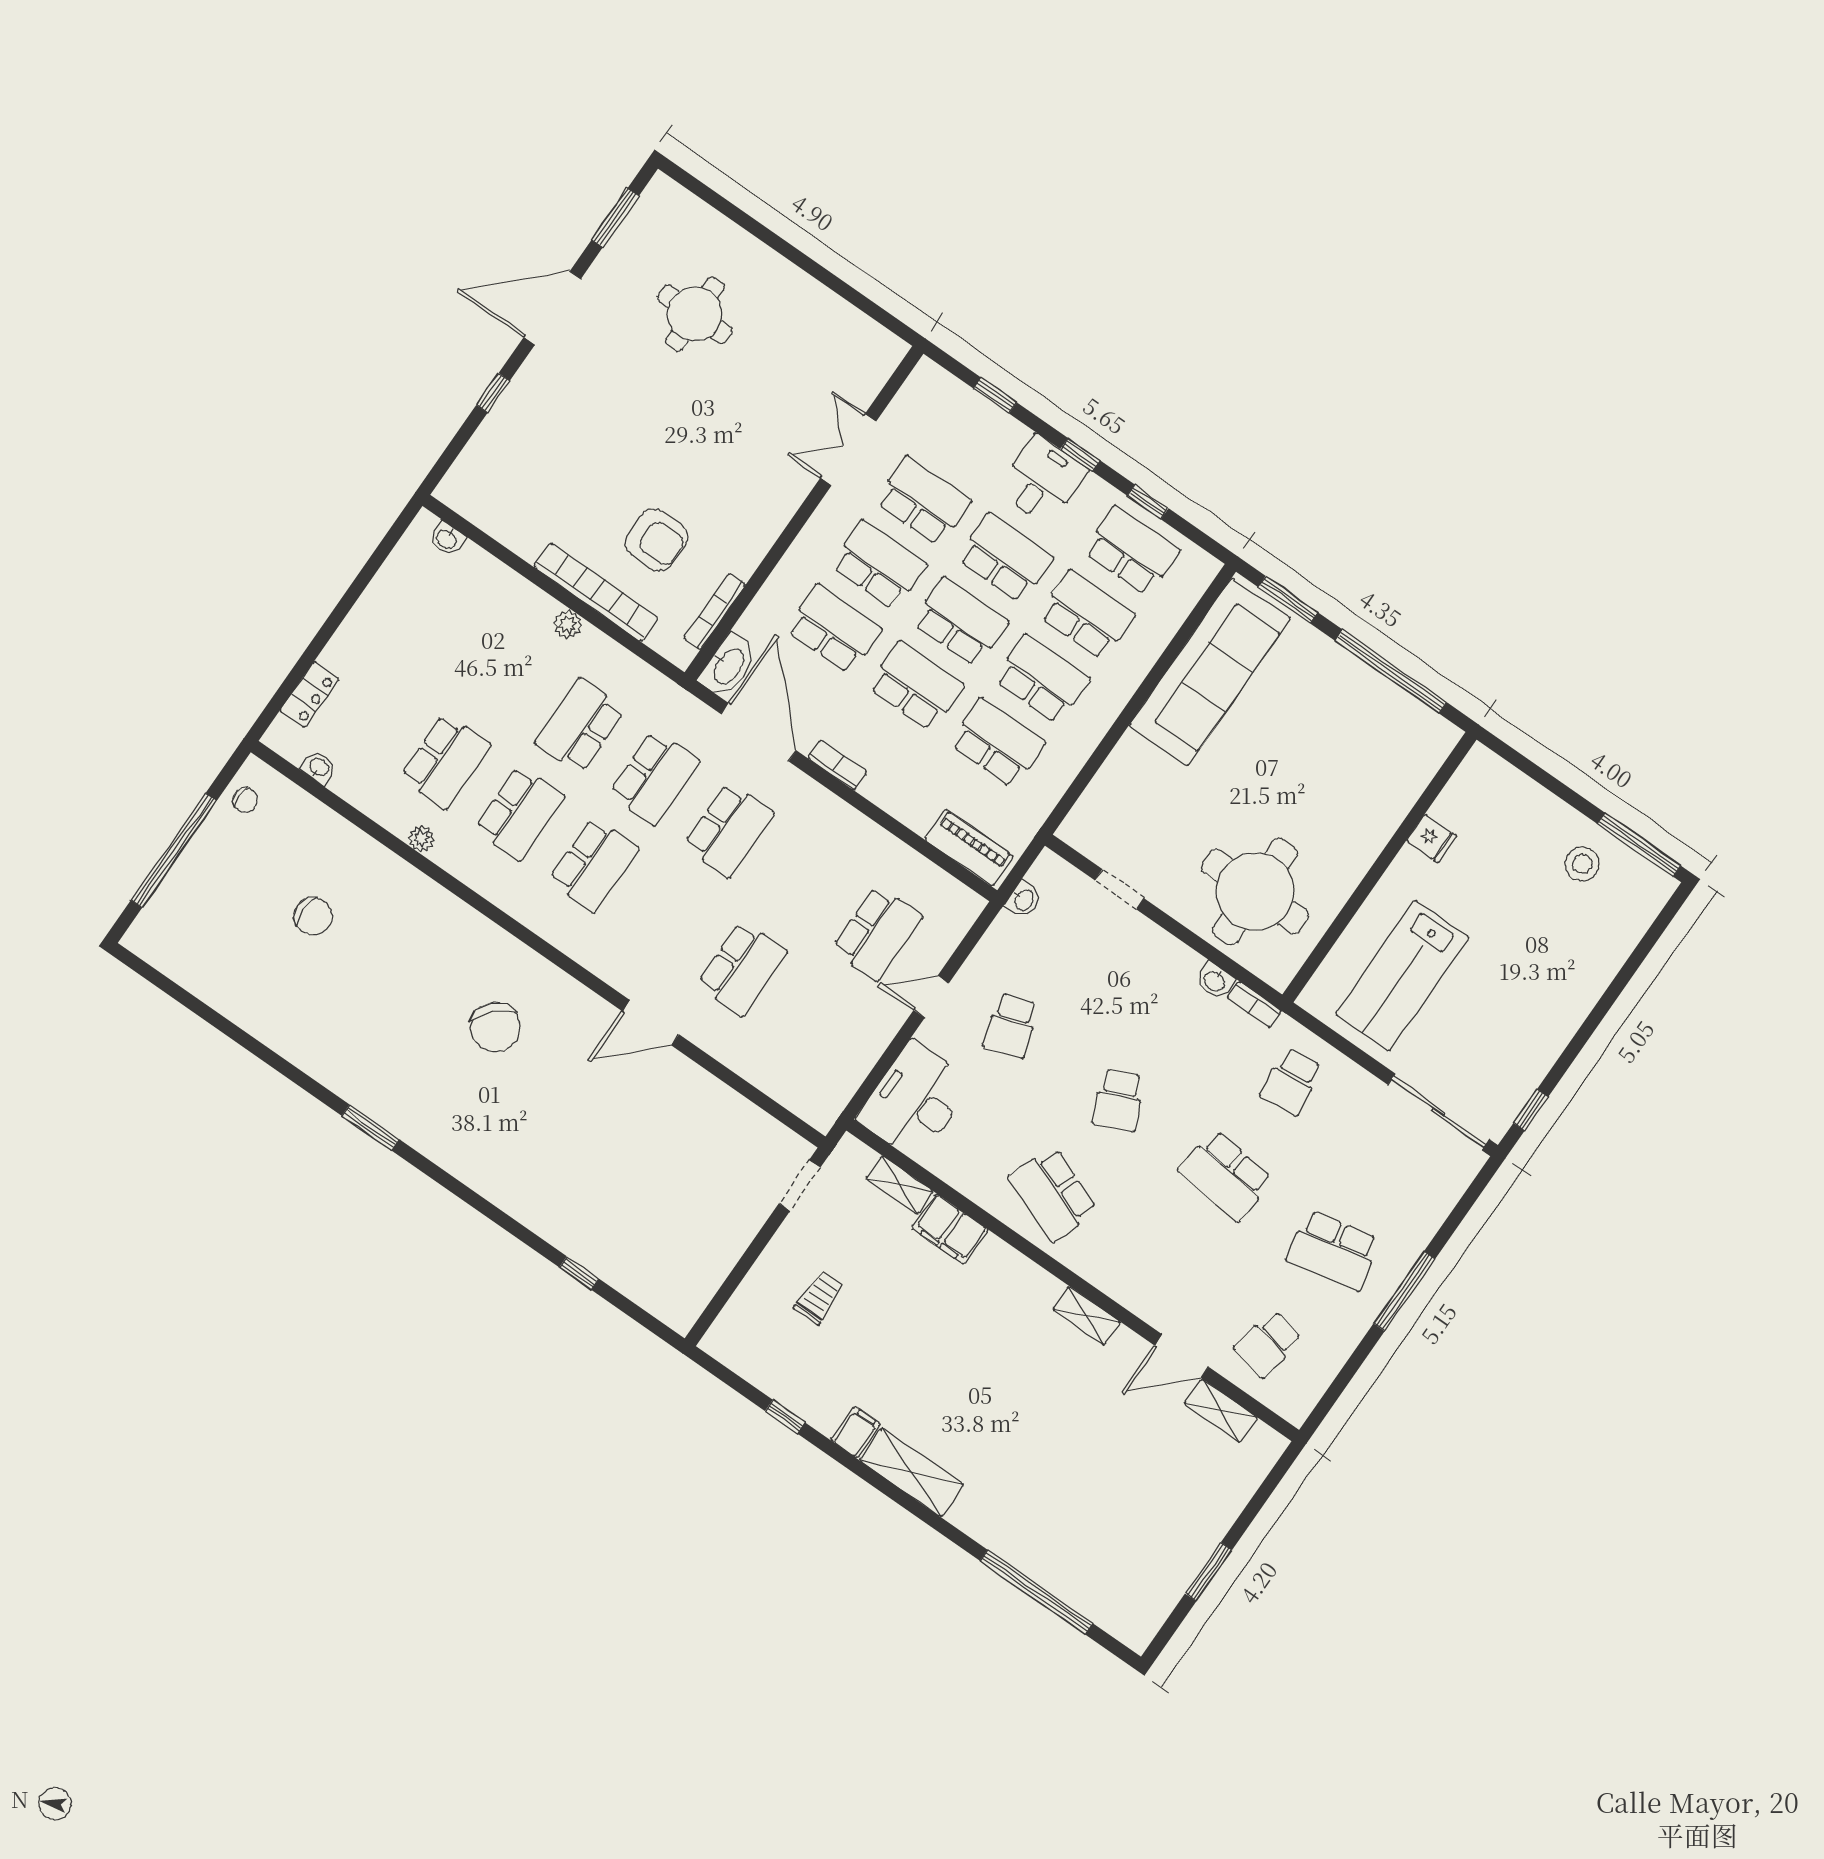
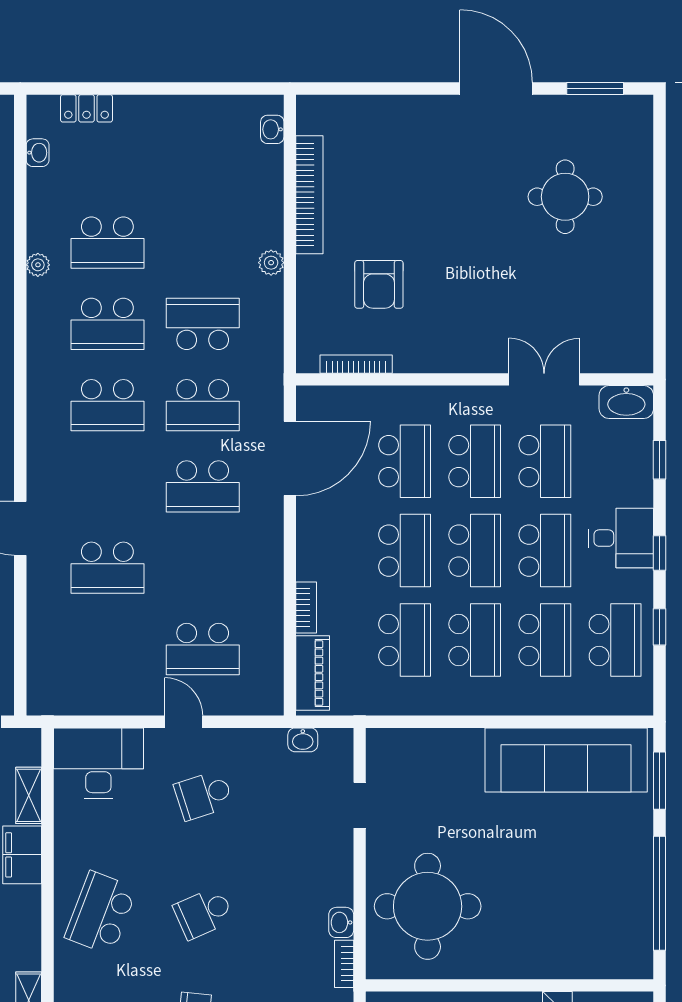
window: (493, 393) -> (403, 89), removed
bookcase: (596, 592) -> (309, 195), moved
washbasin: (728, 666) -> (626, 402), moved
bookcase: (837, 765) -> (306, 607), moved

